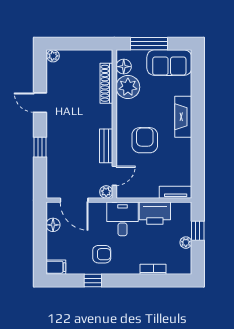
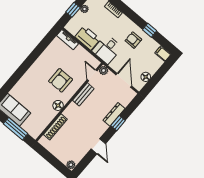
floor lamp: (124, 67) -> (58, 105), moved
plant: (128, 87) -> (46, 115), removed
fireplace: (183, 117) -> (30, 75), removed
dresser: (53, 153) -> (114, 114), added
door: (114, 176) -> (92, 75), hinge flipped

